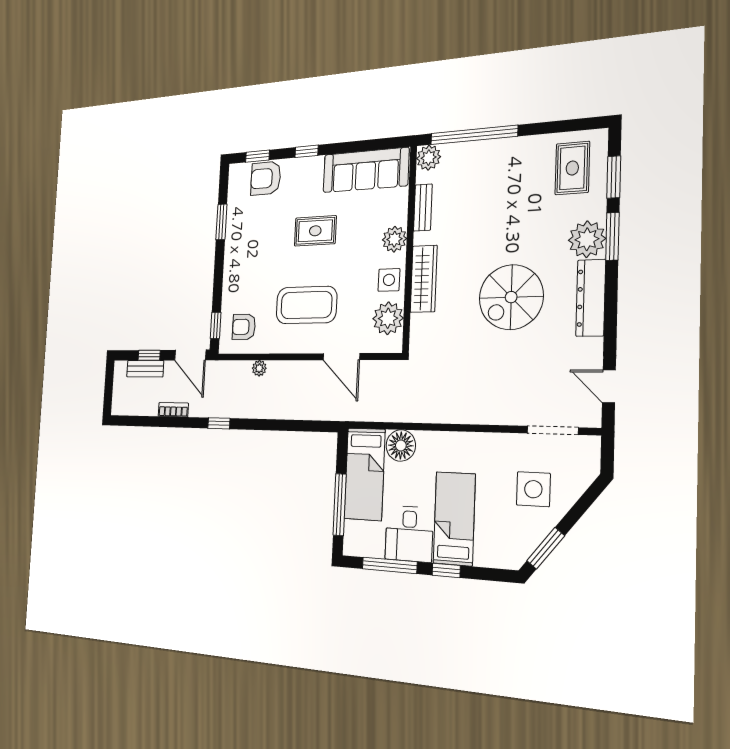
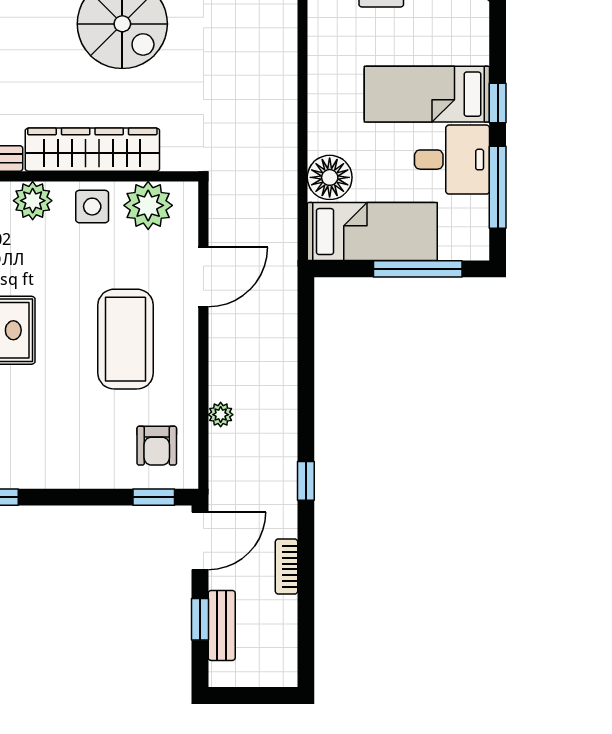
wardrobe: (424, 279) -> (92, 150), width x1.40, depth x1.17

